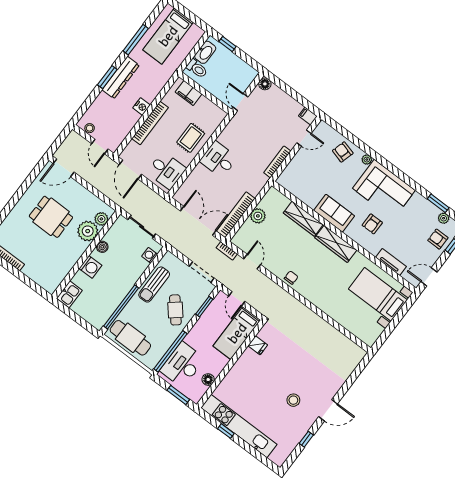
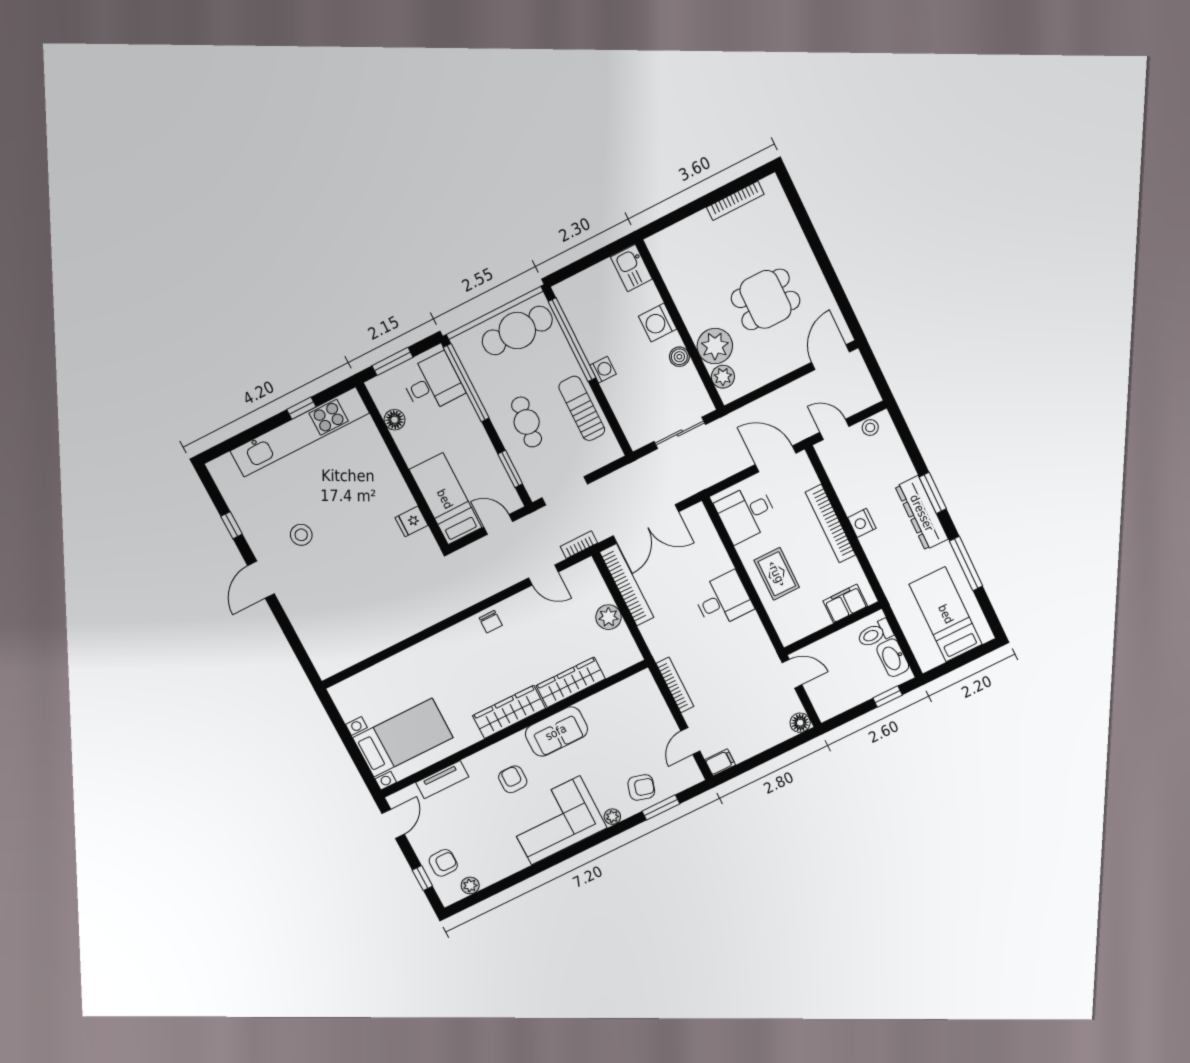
window: (438, 203) -> (661, 807), moved
washing machine: (150, 255) -> (603, 370), moved
cafe table: (175, 310) -> (527, 422), turned 47
desk: (182, 365) -> (432, 383), width x0.73

